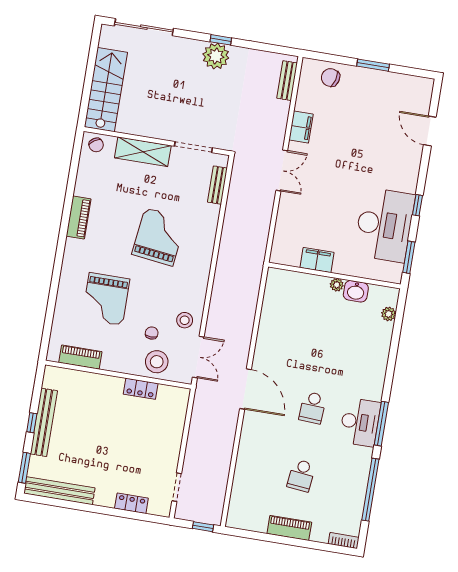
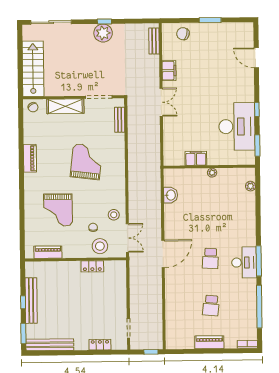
washbasin: (356, 291) -> (171, 195), moved, turned -90
door: (246, 389) -> (163, 254), hinge flipped

